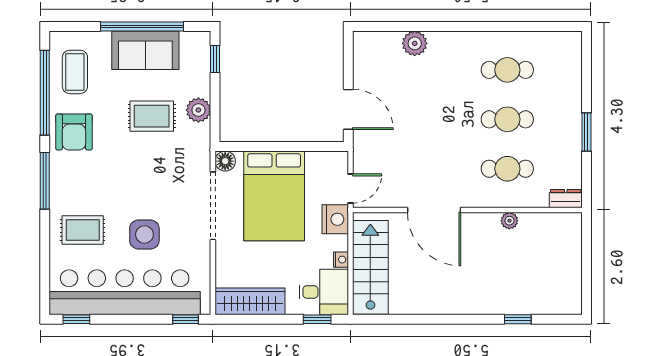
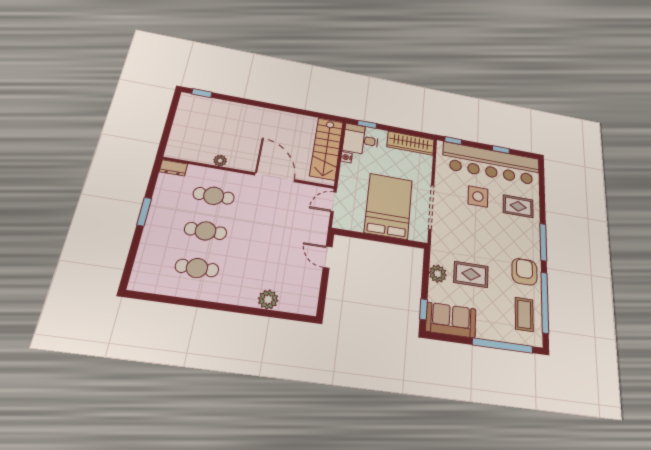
window: (142, 26) -> (503, 346), moved
sofa: (145, 50) -> (451, 320), moved
door: (348, 109) -> (328, 257), width x0.73
floor lamp: (225, 161) -> (421, 235), removed
nightstand: (335, 219) -> (347, 183), removed
window: (76, 319) -> (501, 150), moved
window: (518, 319) -> (202, 93), moved

